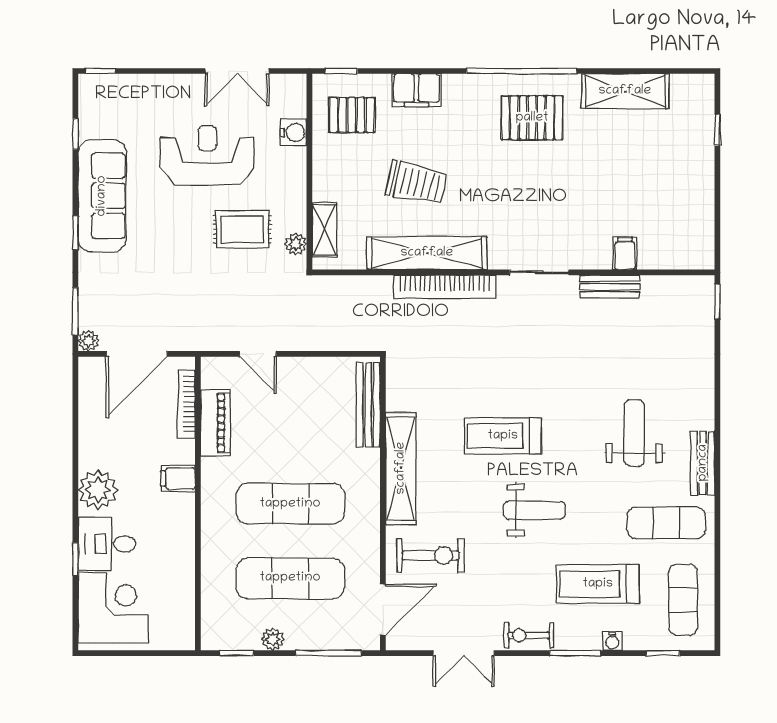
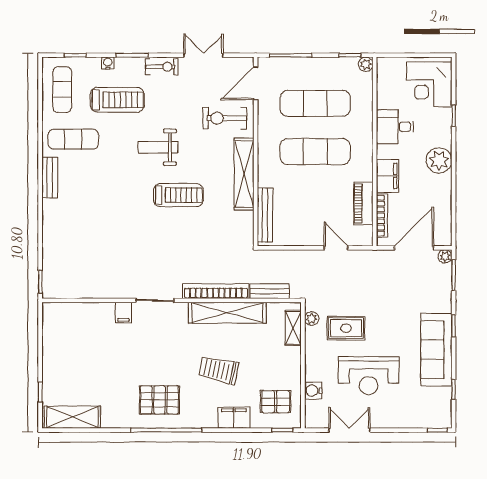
shelving: (625, 91) -> (72, 417), moved
trolley: (416, 183) -> (219, 370), moved
filing cabinet: (625, 253) -> (123, 313), moved
bench: (610, 287) -> (270, 291), moved
weight bench: (634, 433) -> (94, 197), removed
filing cabinet: (178, 479) -> (387, 176), width x2.00
desk: (107, 544) -> (395, 127), moved, turned 180
plant: (273, 639) -> (366, 64), moved

